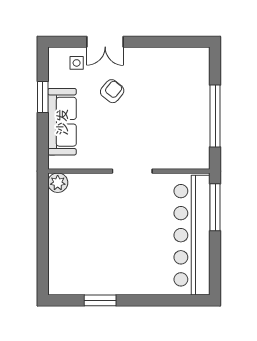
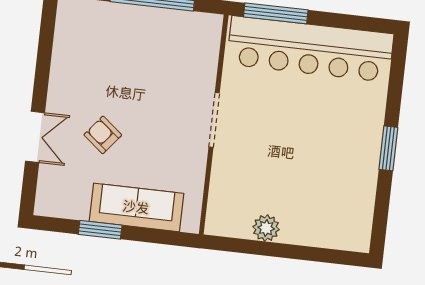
side table: (77, 63) -> (59, 179), removed
plant: (58, 183) -> (266, 228), moved
window: (100, 300) -> (388, 148), moved

